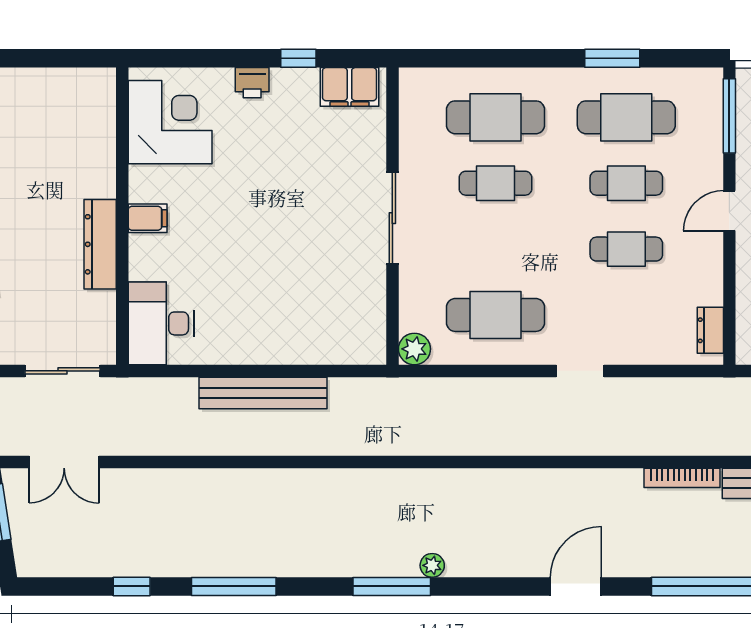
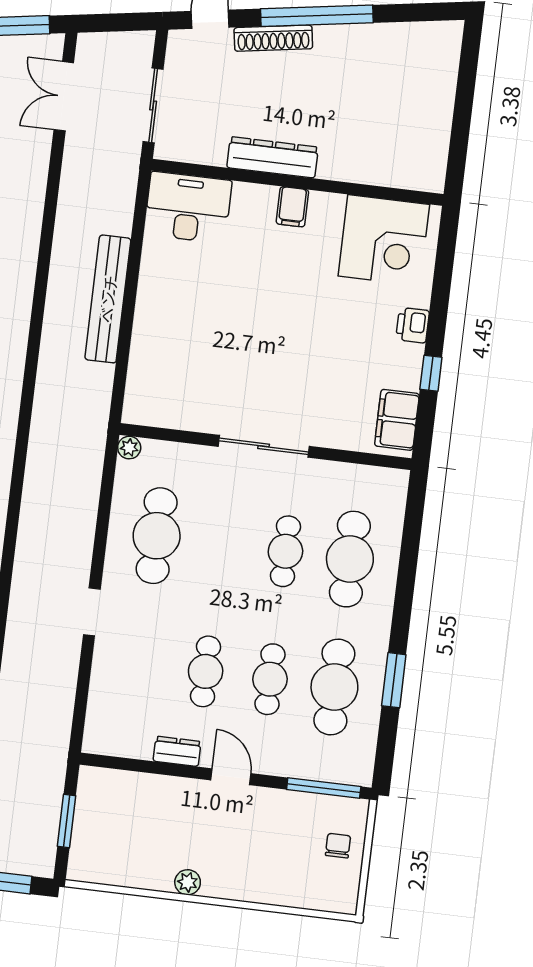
dresser: (710, 330) -> (177, 751), moved
plant: (414, 349) -> (129, 448), width x0.73, depth x0.73

